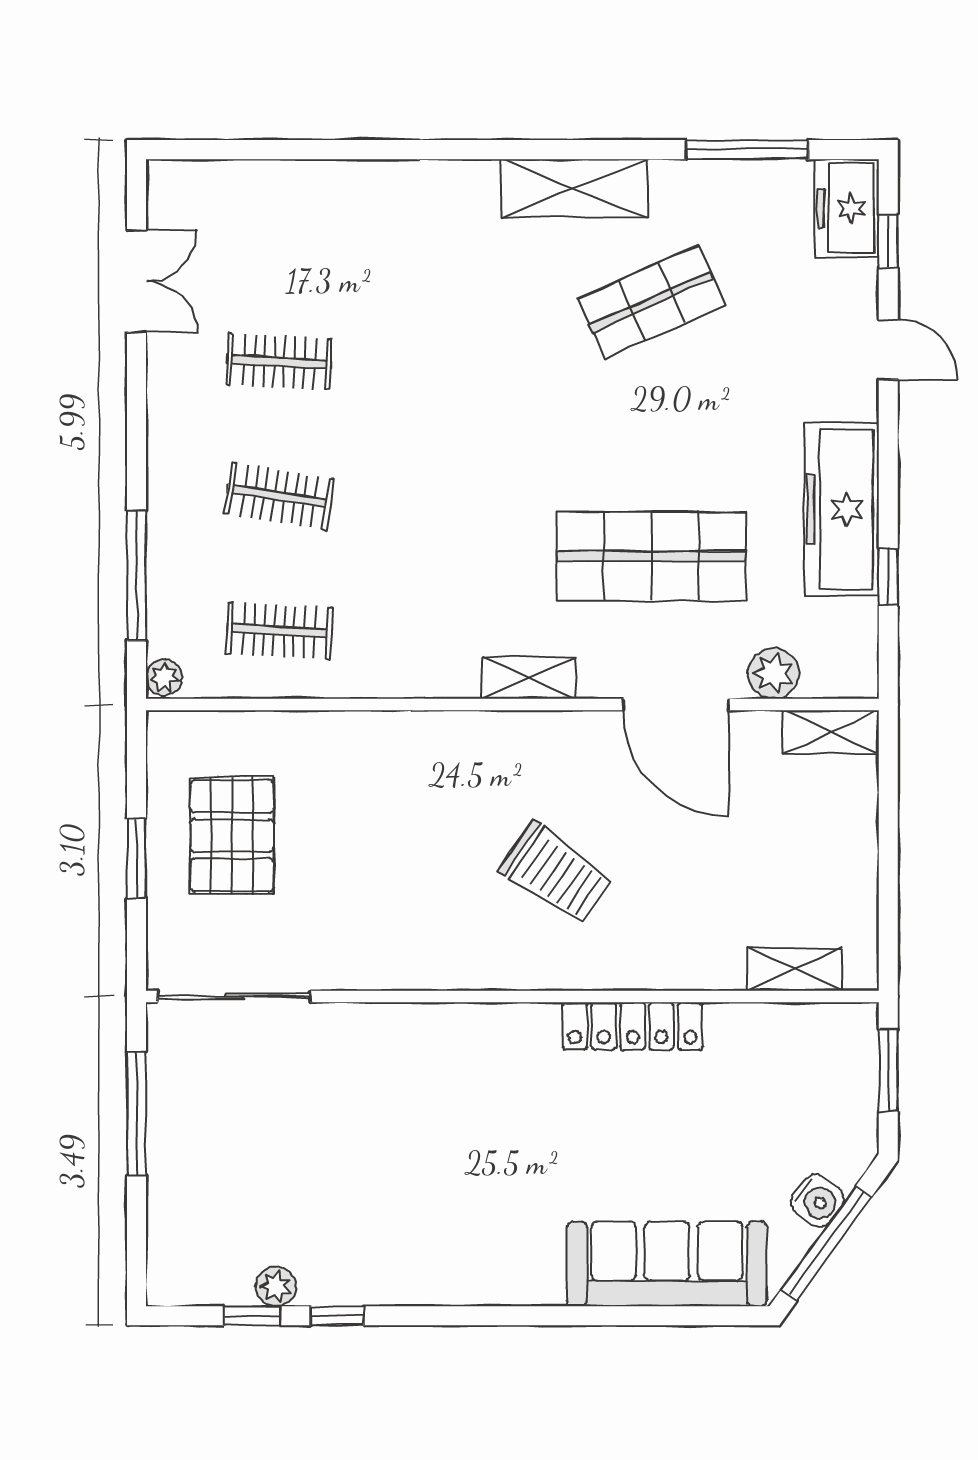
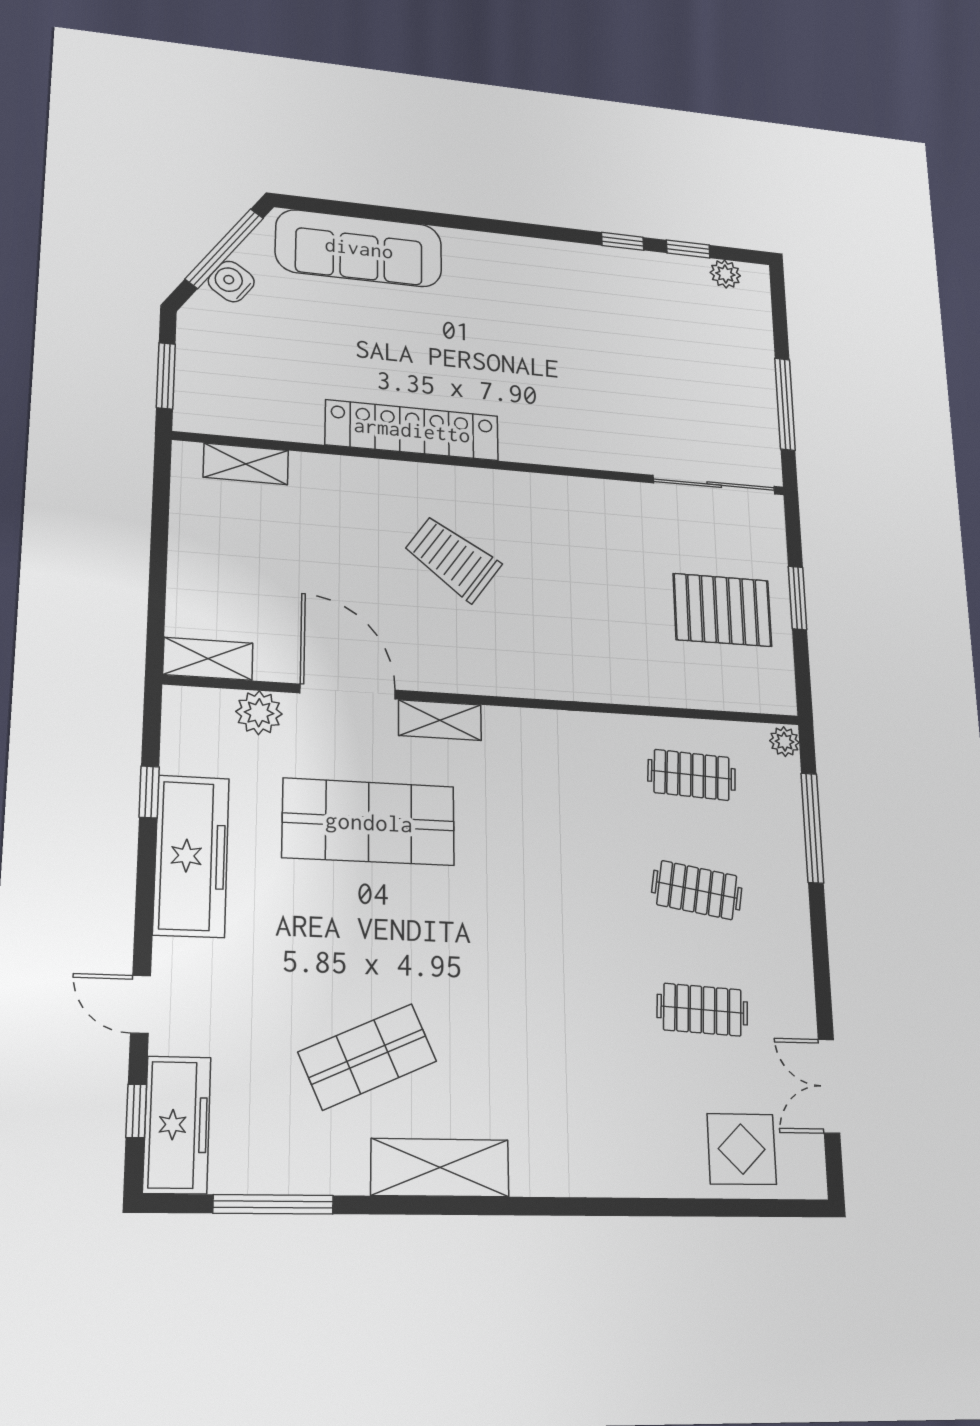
freezer: (847, 208) -> (177, 1125), width x1.40
display table: (242, 212) -> (742, 1149), added
shelving: (529, 678) -> (440, 720), moved
pallet: (232, 836) -> (722, 610), turned 90
locker: (633, 1026) -> (412, 430), width x1.41, depth x1.21
plant: (276, 1286) -> (725, 274), moved

